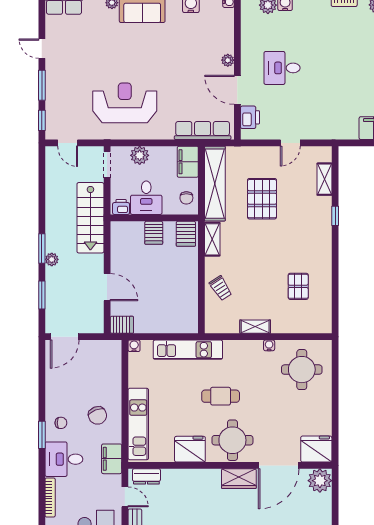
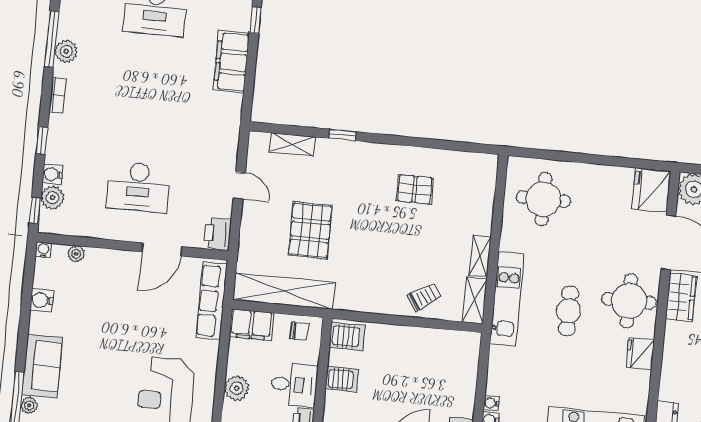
plant: (228, 60) -> (76, 254), moved
desk: (282, 68) -> (138, 187), width x1.37
printer: (250, 117) -> (218, 234), moved, turned -90
pallet: (262, 199) -> (310, 230), turned 90
shelving: (212, 239) -> (475, 300), moved, turned 90
pallet: (298, 286) -> (415, 189), moved
water cooler: (269, 345) -> (491, 403), moved
kitchen unit: (188, 350) -> (507, 299), moved
fridge: (190, 449) -> (640, 354), width x0.73, depth x0.75

